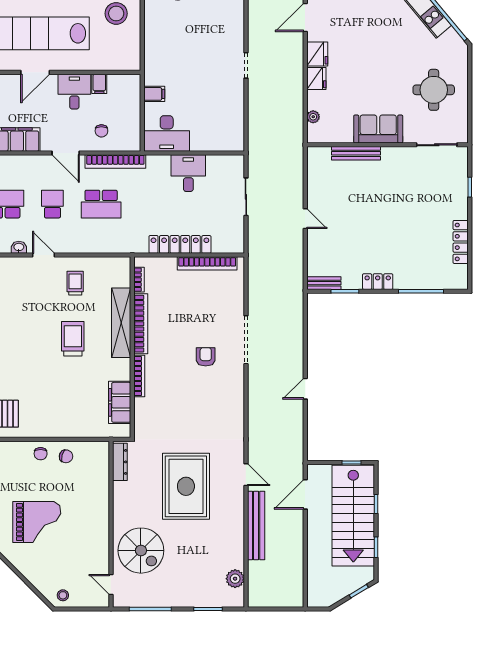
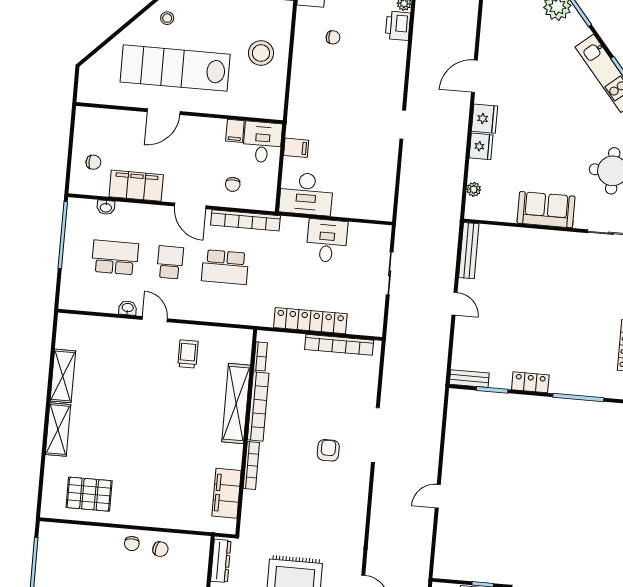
desk: (74, 92) -> (262, 142), moved
bench: (356, 153) -> (469, 251), moved, turned 90
trolley: (73, 339) -> (180, 417), removed

